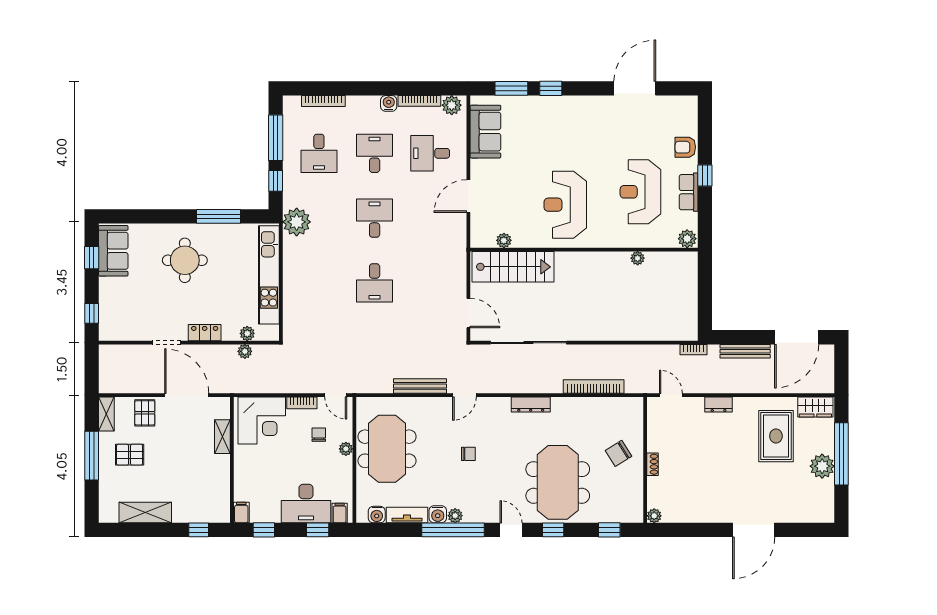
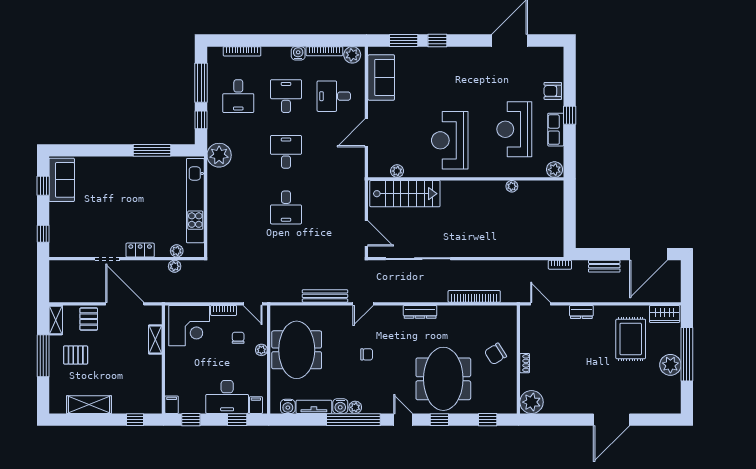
round table: (185, 260) -> (123, 188), removed
bench: (745, 351) -> (604, 266), width x0.73
plant: (654, 516) -> (532, 402), width x1.87, depth x1.87

